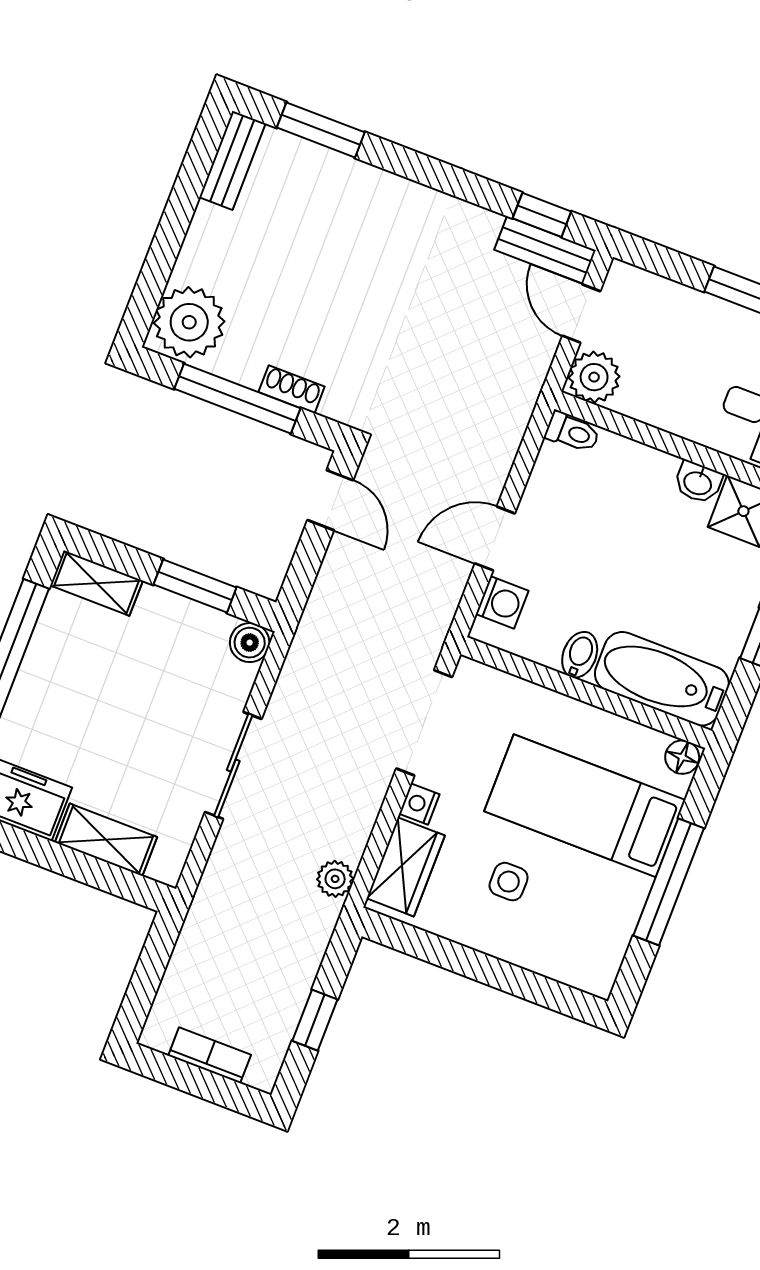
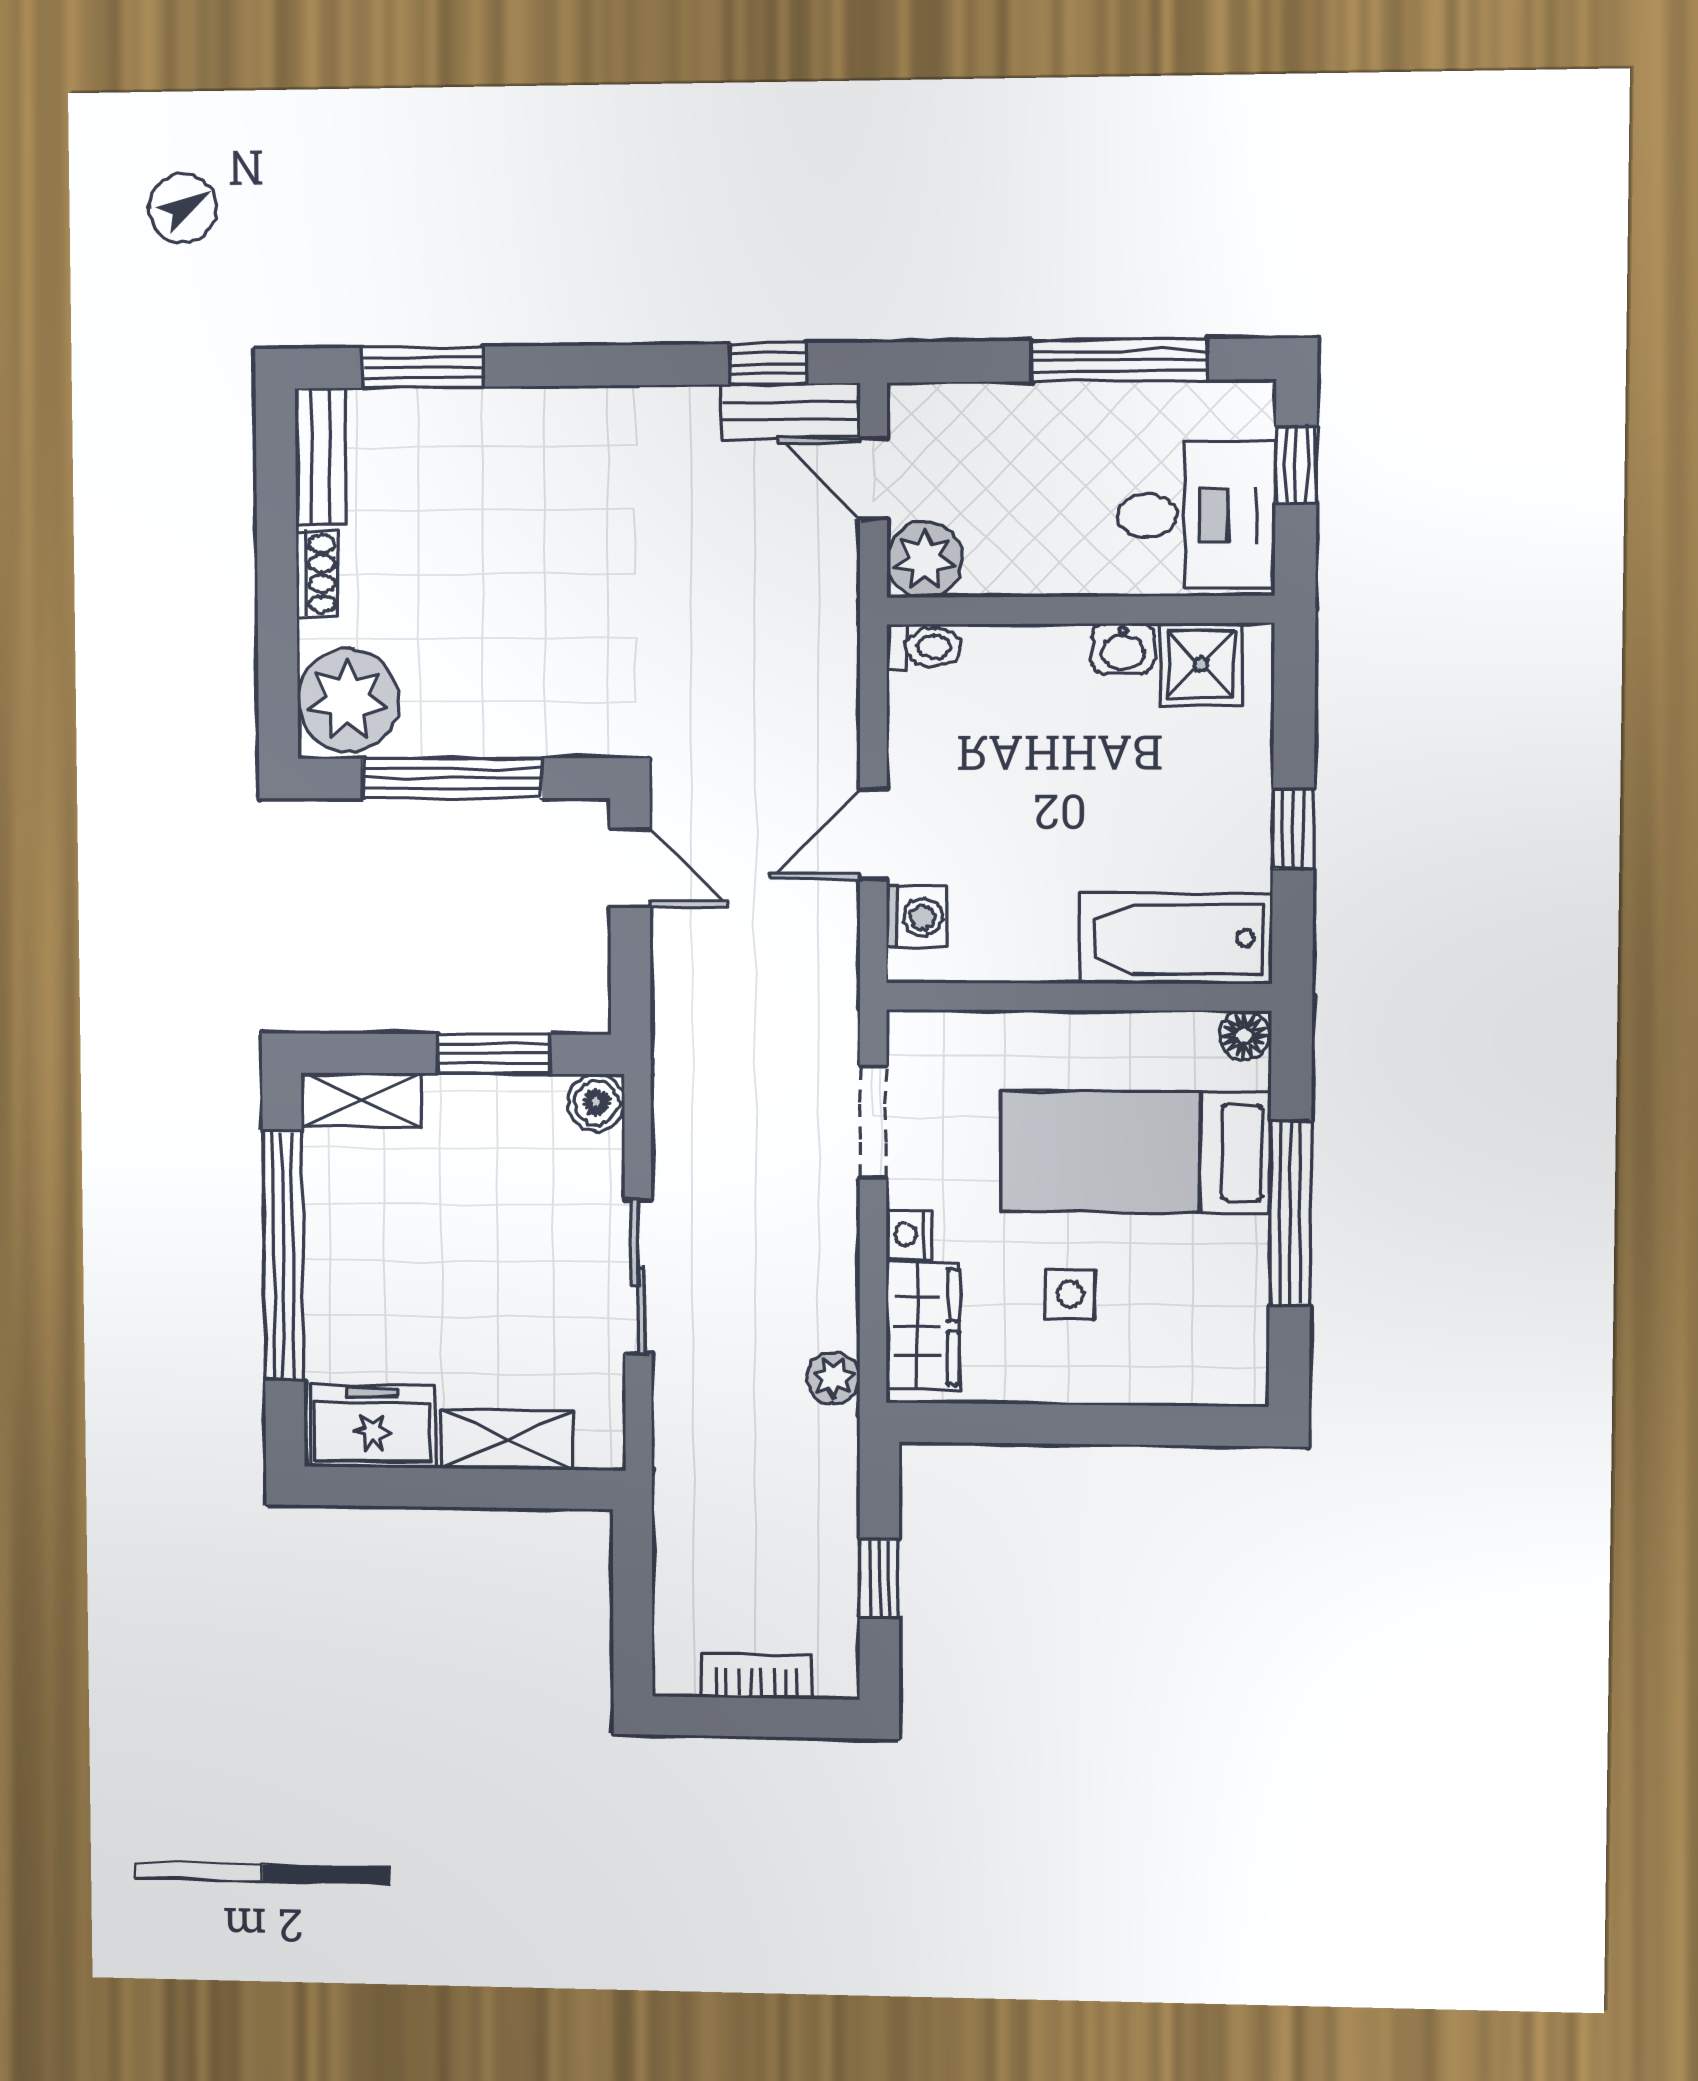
shoe rack: (292, 389) -> (317, 574), moved, turned 90
bidet: (580, 655) -> (1050, 949), removed
doorway: (424, 723) -> (873, 1122), width x0.73

